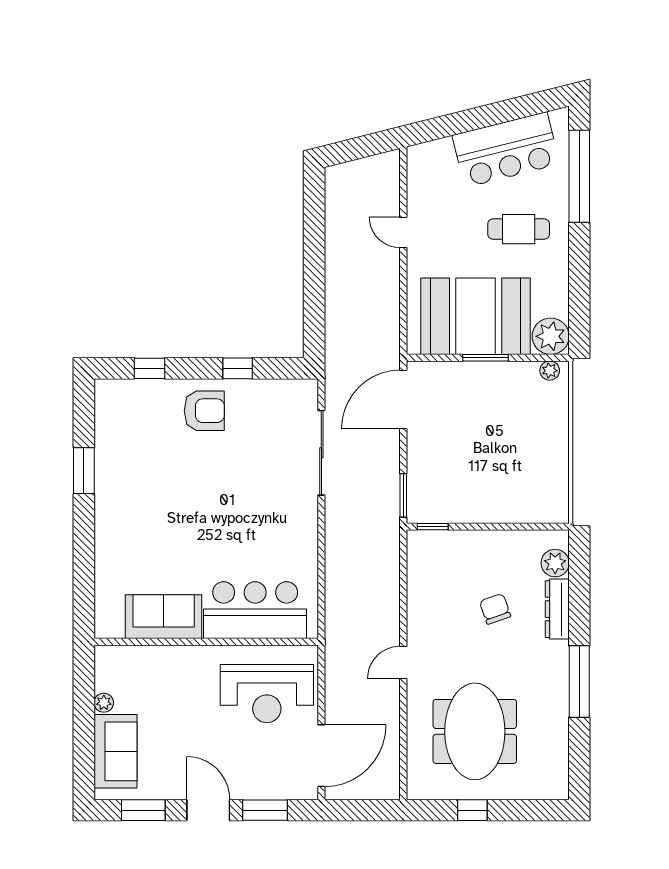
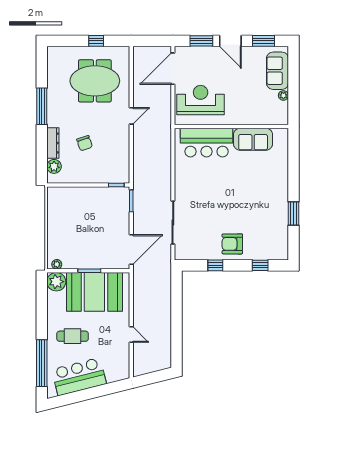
meeting table: (475, 731) -> (95, 81), turned 90

